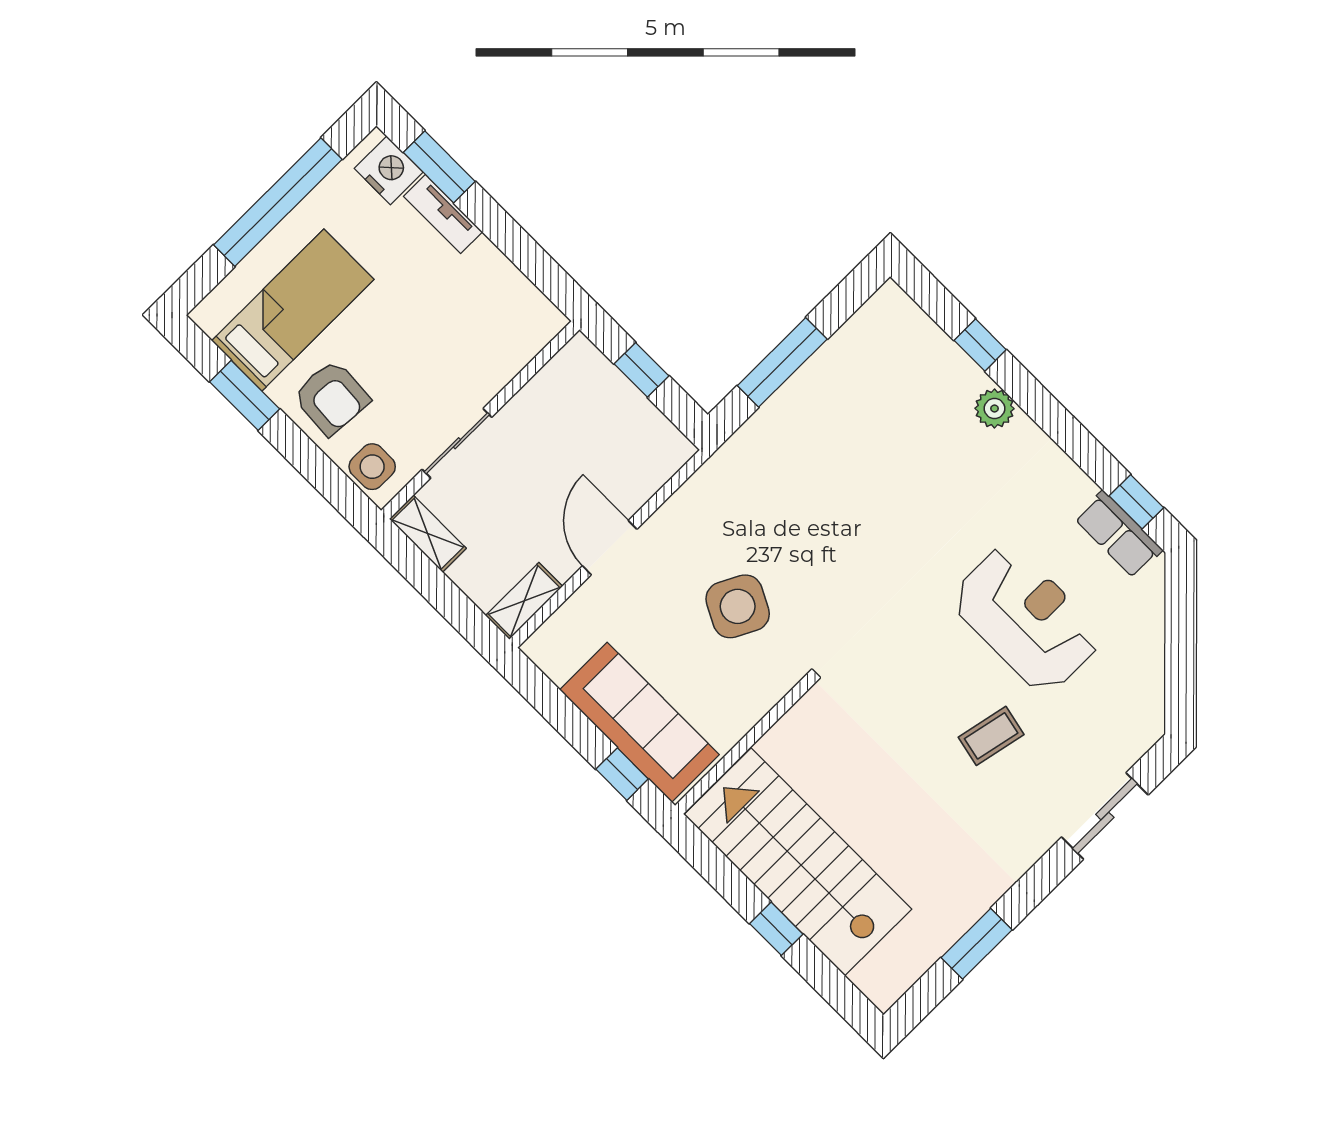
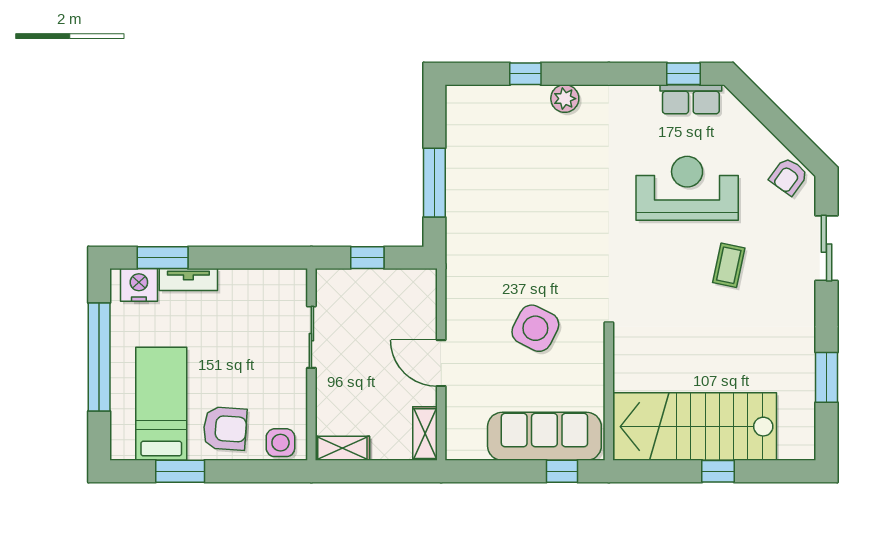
sliding door: (457, 443) -> (311, 337), moved
armchair: (1139, 707) -> (789, 176), added

